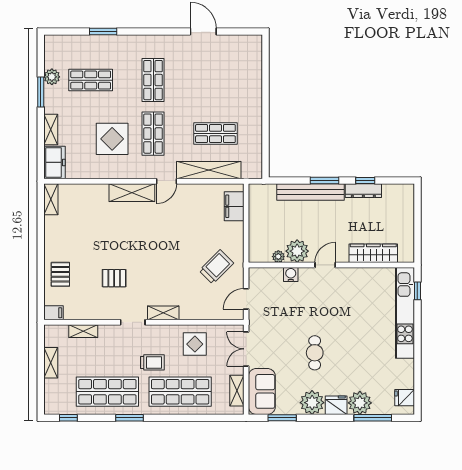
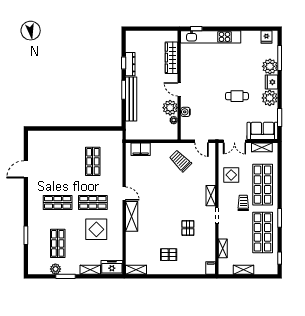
shelving: (209, 170) -> (117, 166), removed
pallet: (60, 274) -> (169, 255), moved

